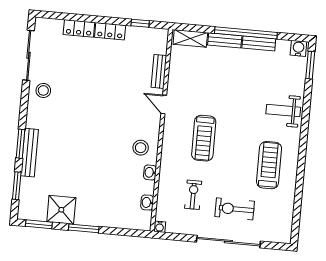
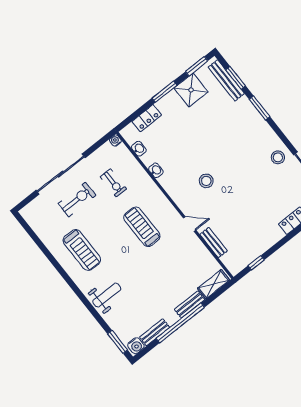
locker: (110, 31) -> (147, 118), moved, turned 180
bench: (259, 43) -> (155, 332), moved
stool: (141, 148) -> (206, 181), moved
bench: (30, 153) -> (226, 80), moved

